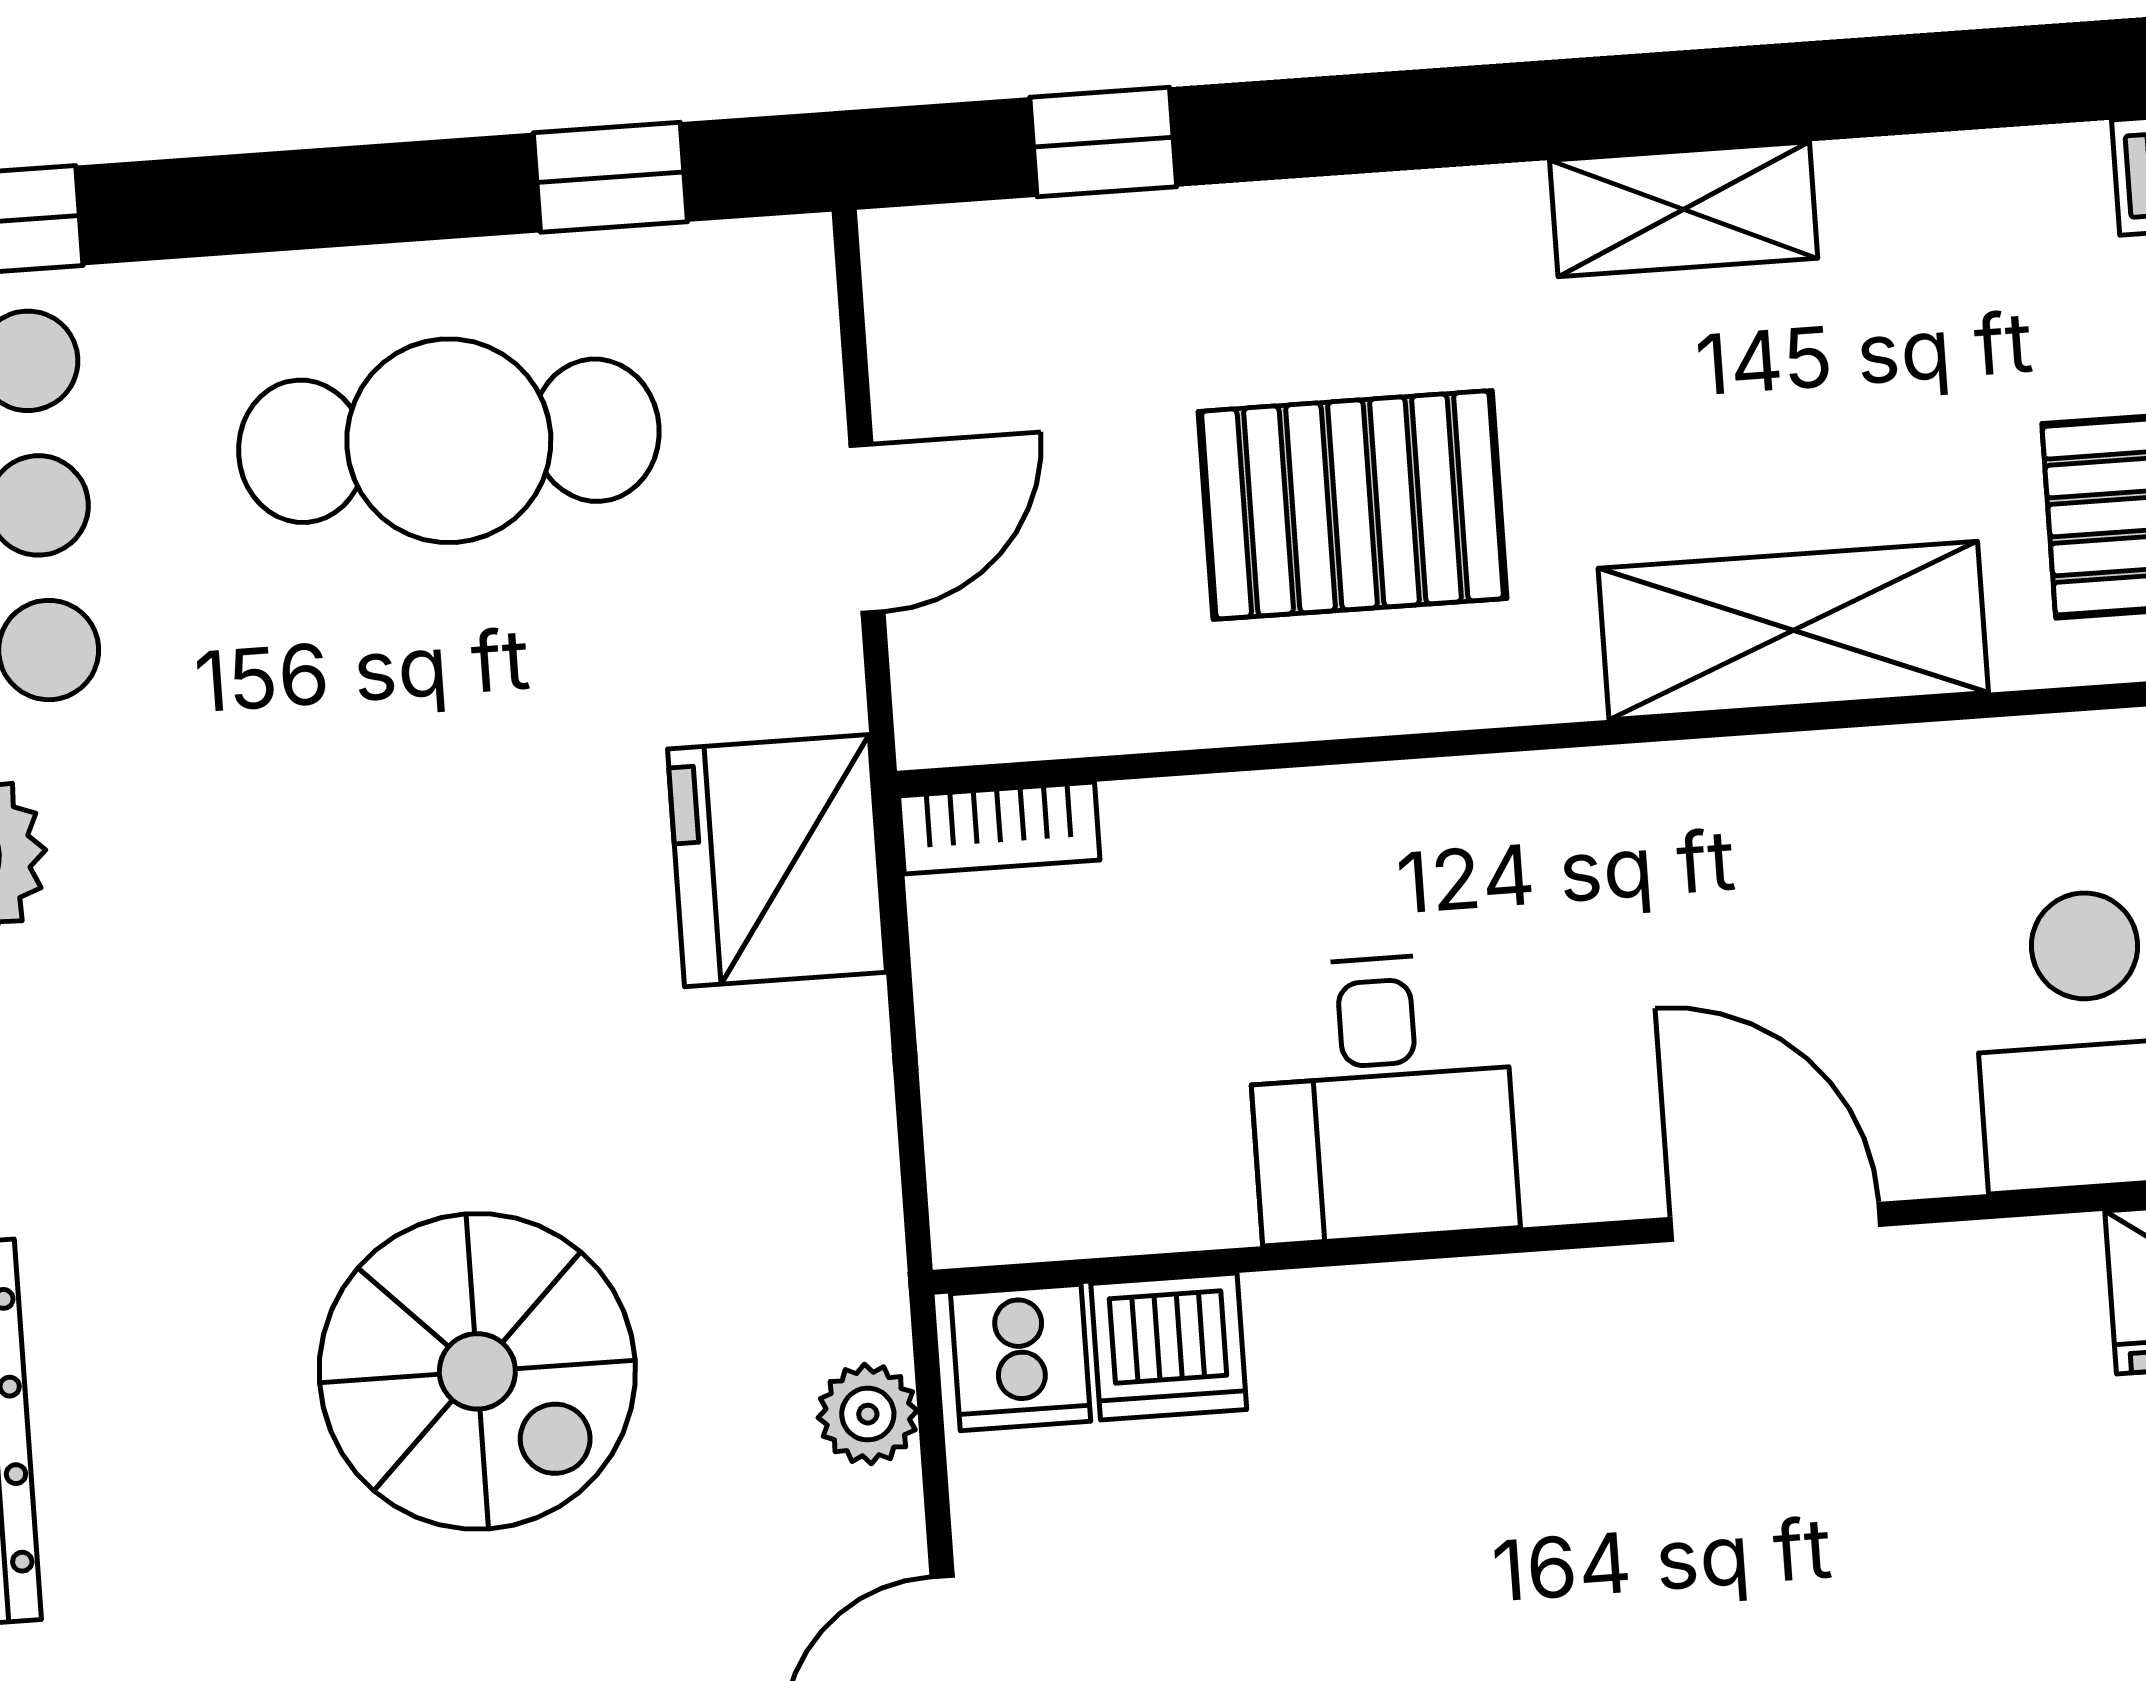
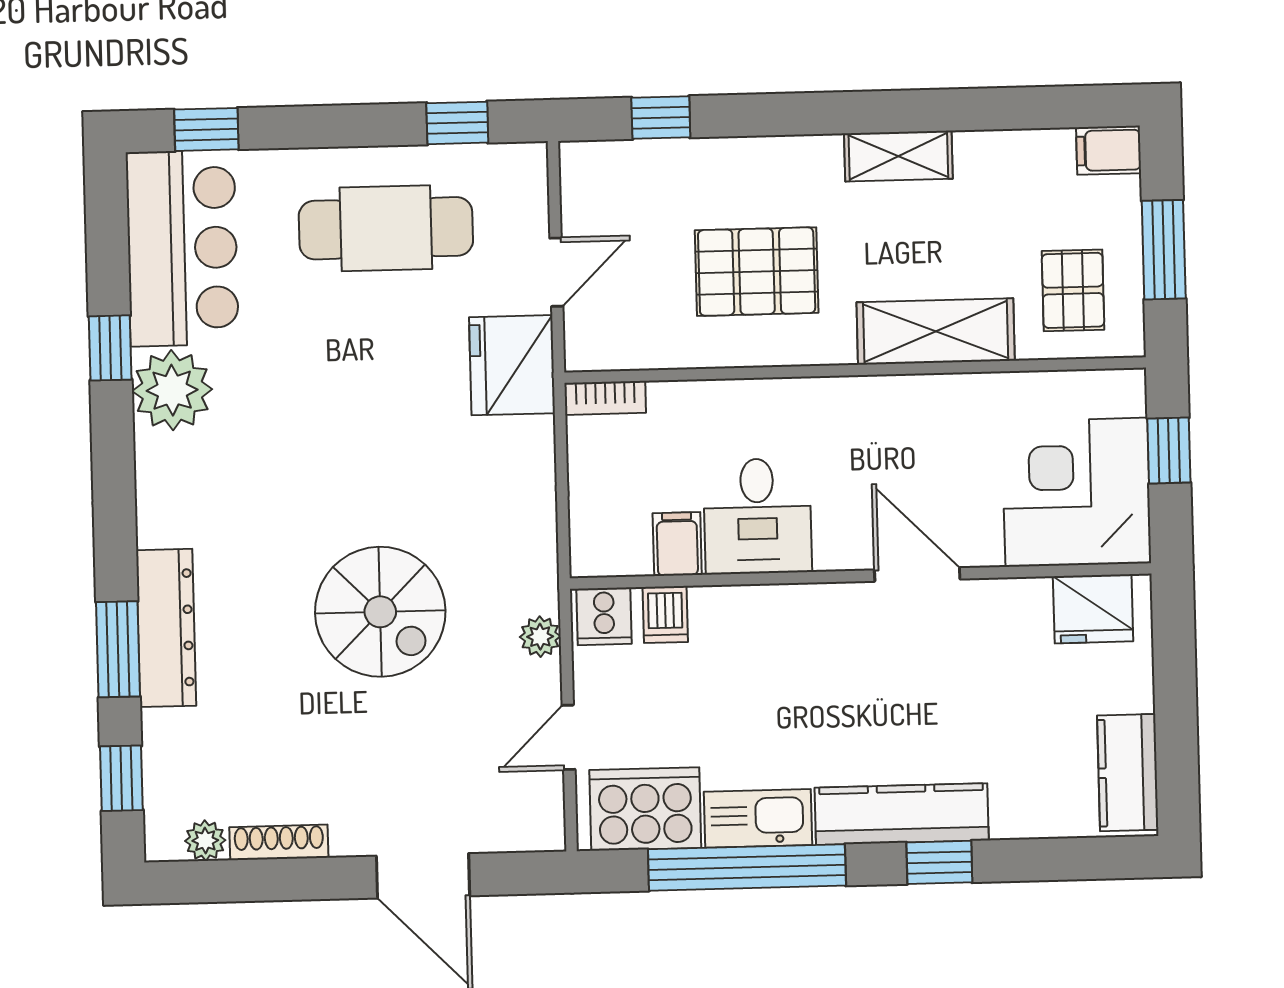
fridge: (777, 861) -> (512, 365), moved
filing cabinet: (1190, 1174) -> (677, 544), added
dishwasher: (1169, 1347) -> (665, 614), width x0.73

